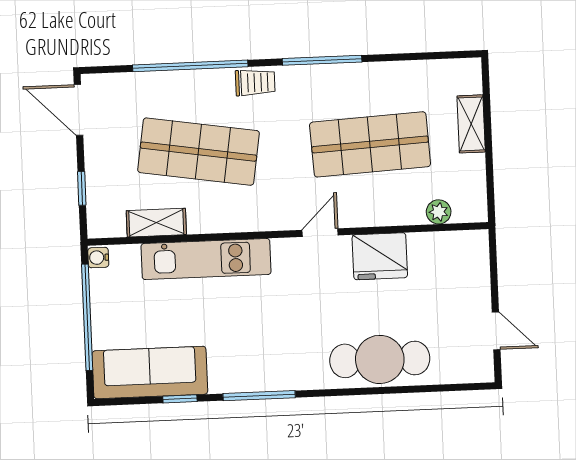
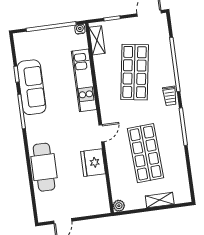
plant: (439, 212) -> (119, 206), moved
shelving: (156, 223) -> (97, 40), moved
door: (320, 233) -> (102, 133), hinge flipped
sofa: (150, 372) -> (32, 87), moved

